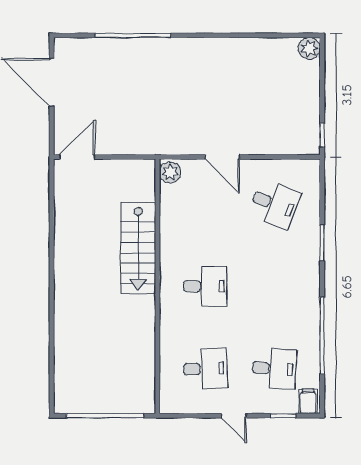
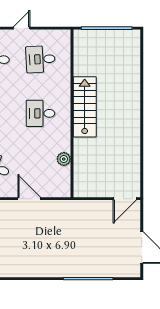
plant: (170, 172) -> (64, 159), moved
stairs: (138, 248) -> (85, 107), moved
door: (234, 416) -> (22, 28), hinge flipped

